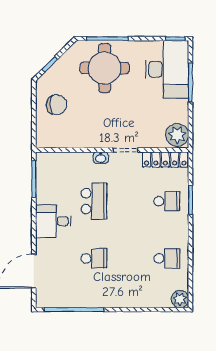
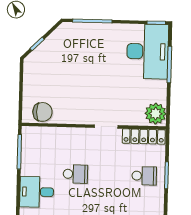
round table: (105, 68) -> (89, 49), removed
chair: (57, 105) -> (42, 112), moved
washbasin: (101, 158) -> (83, 133), removed
school desk: (94, 201) -> (75, 174), width x0.54

